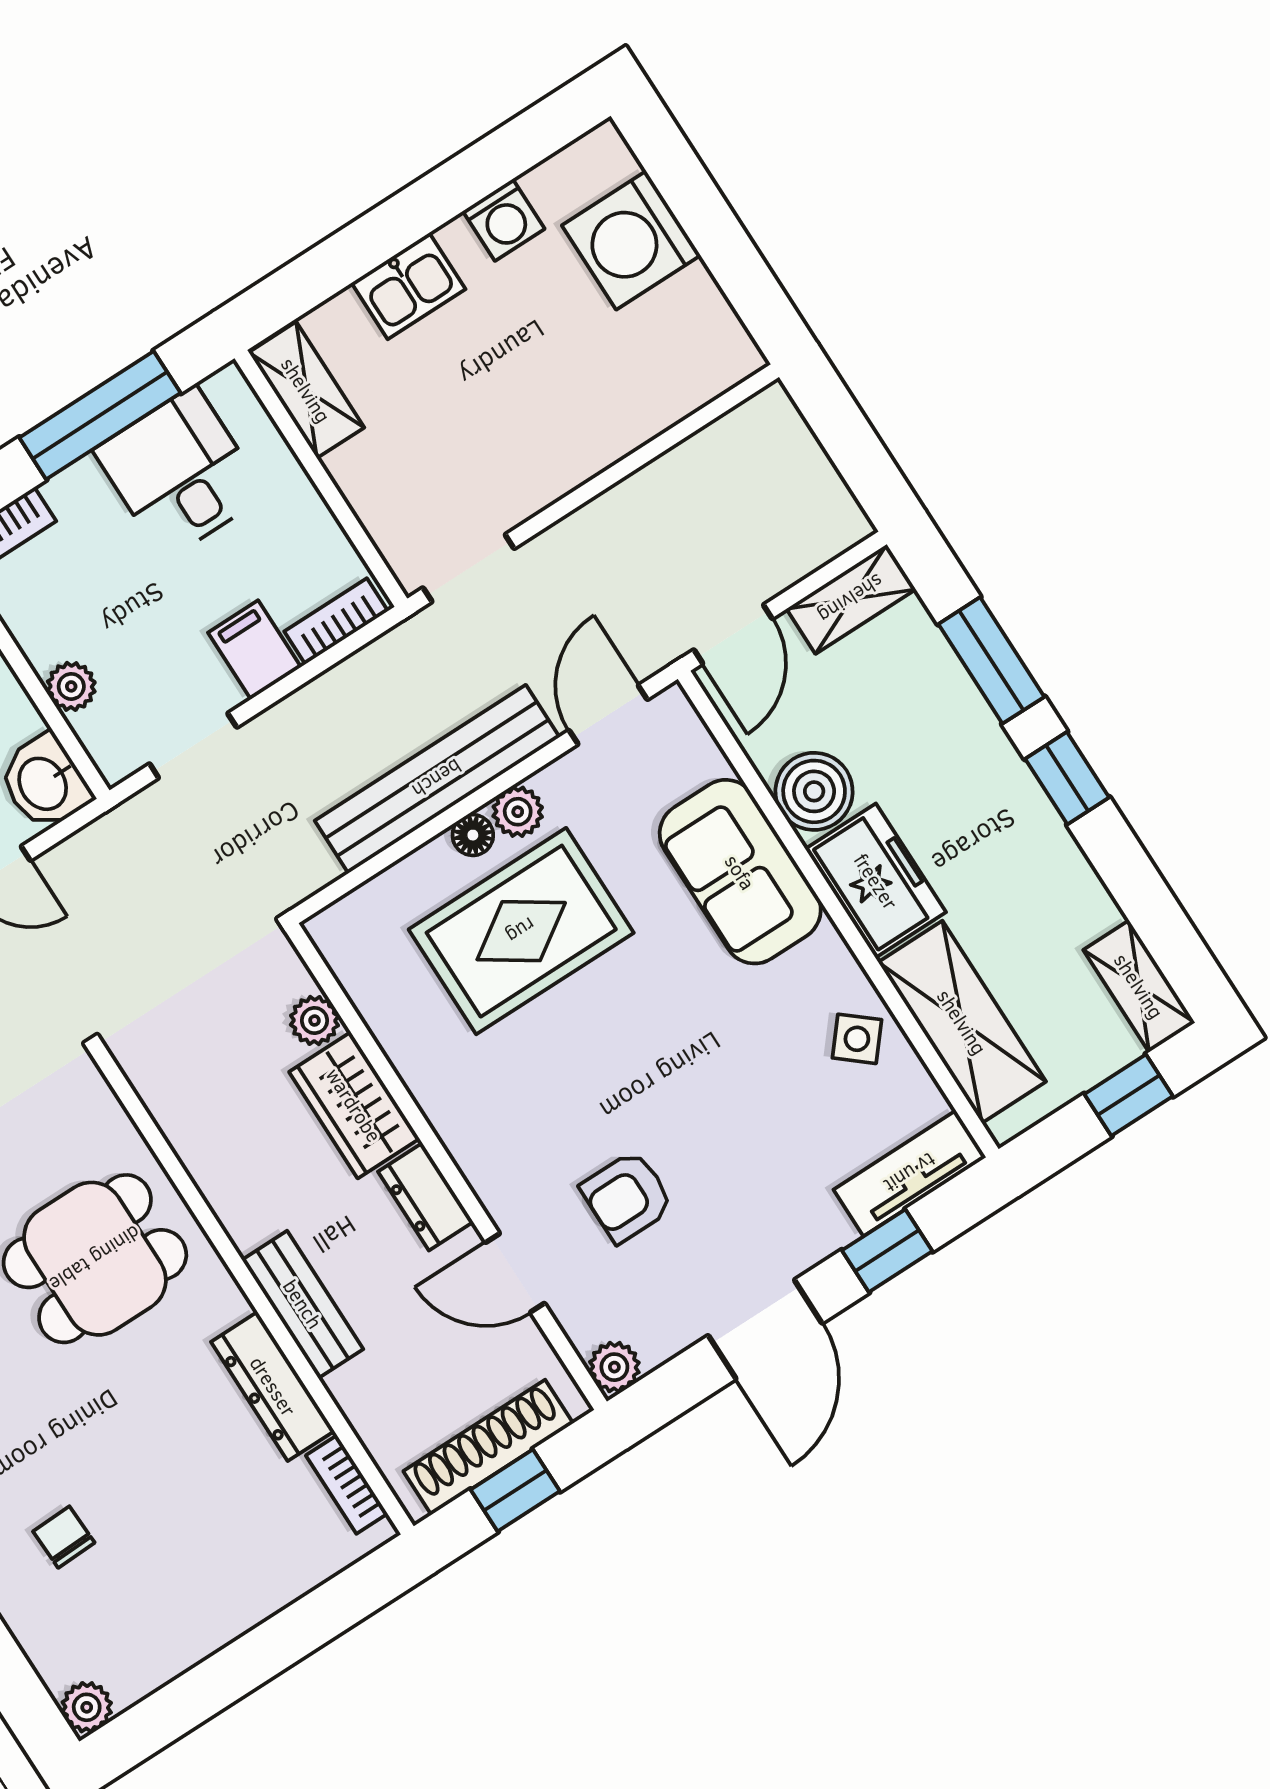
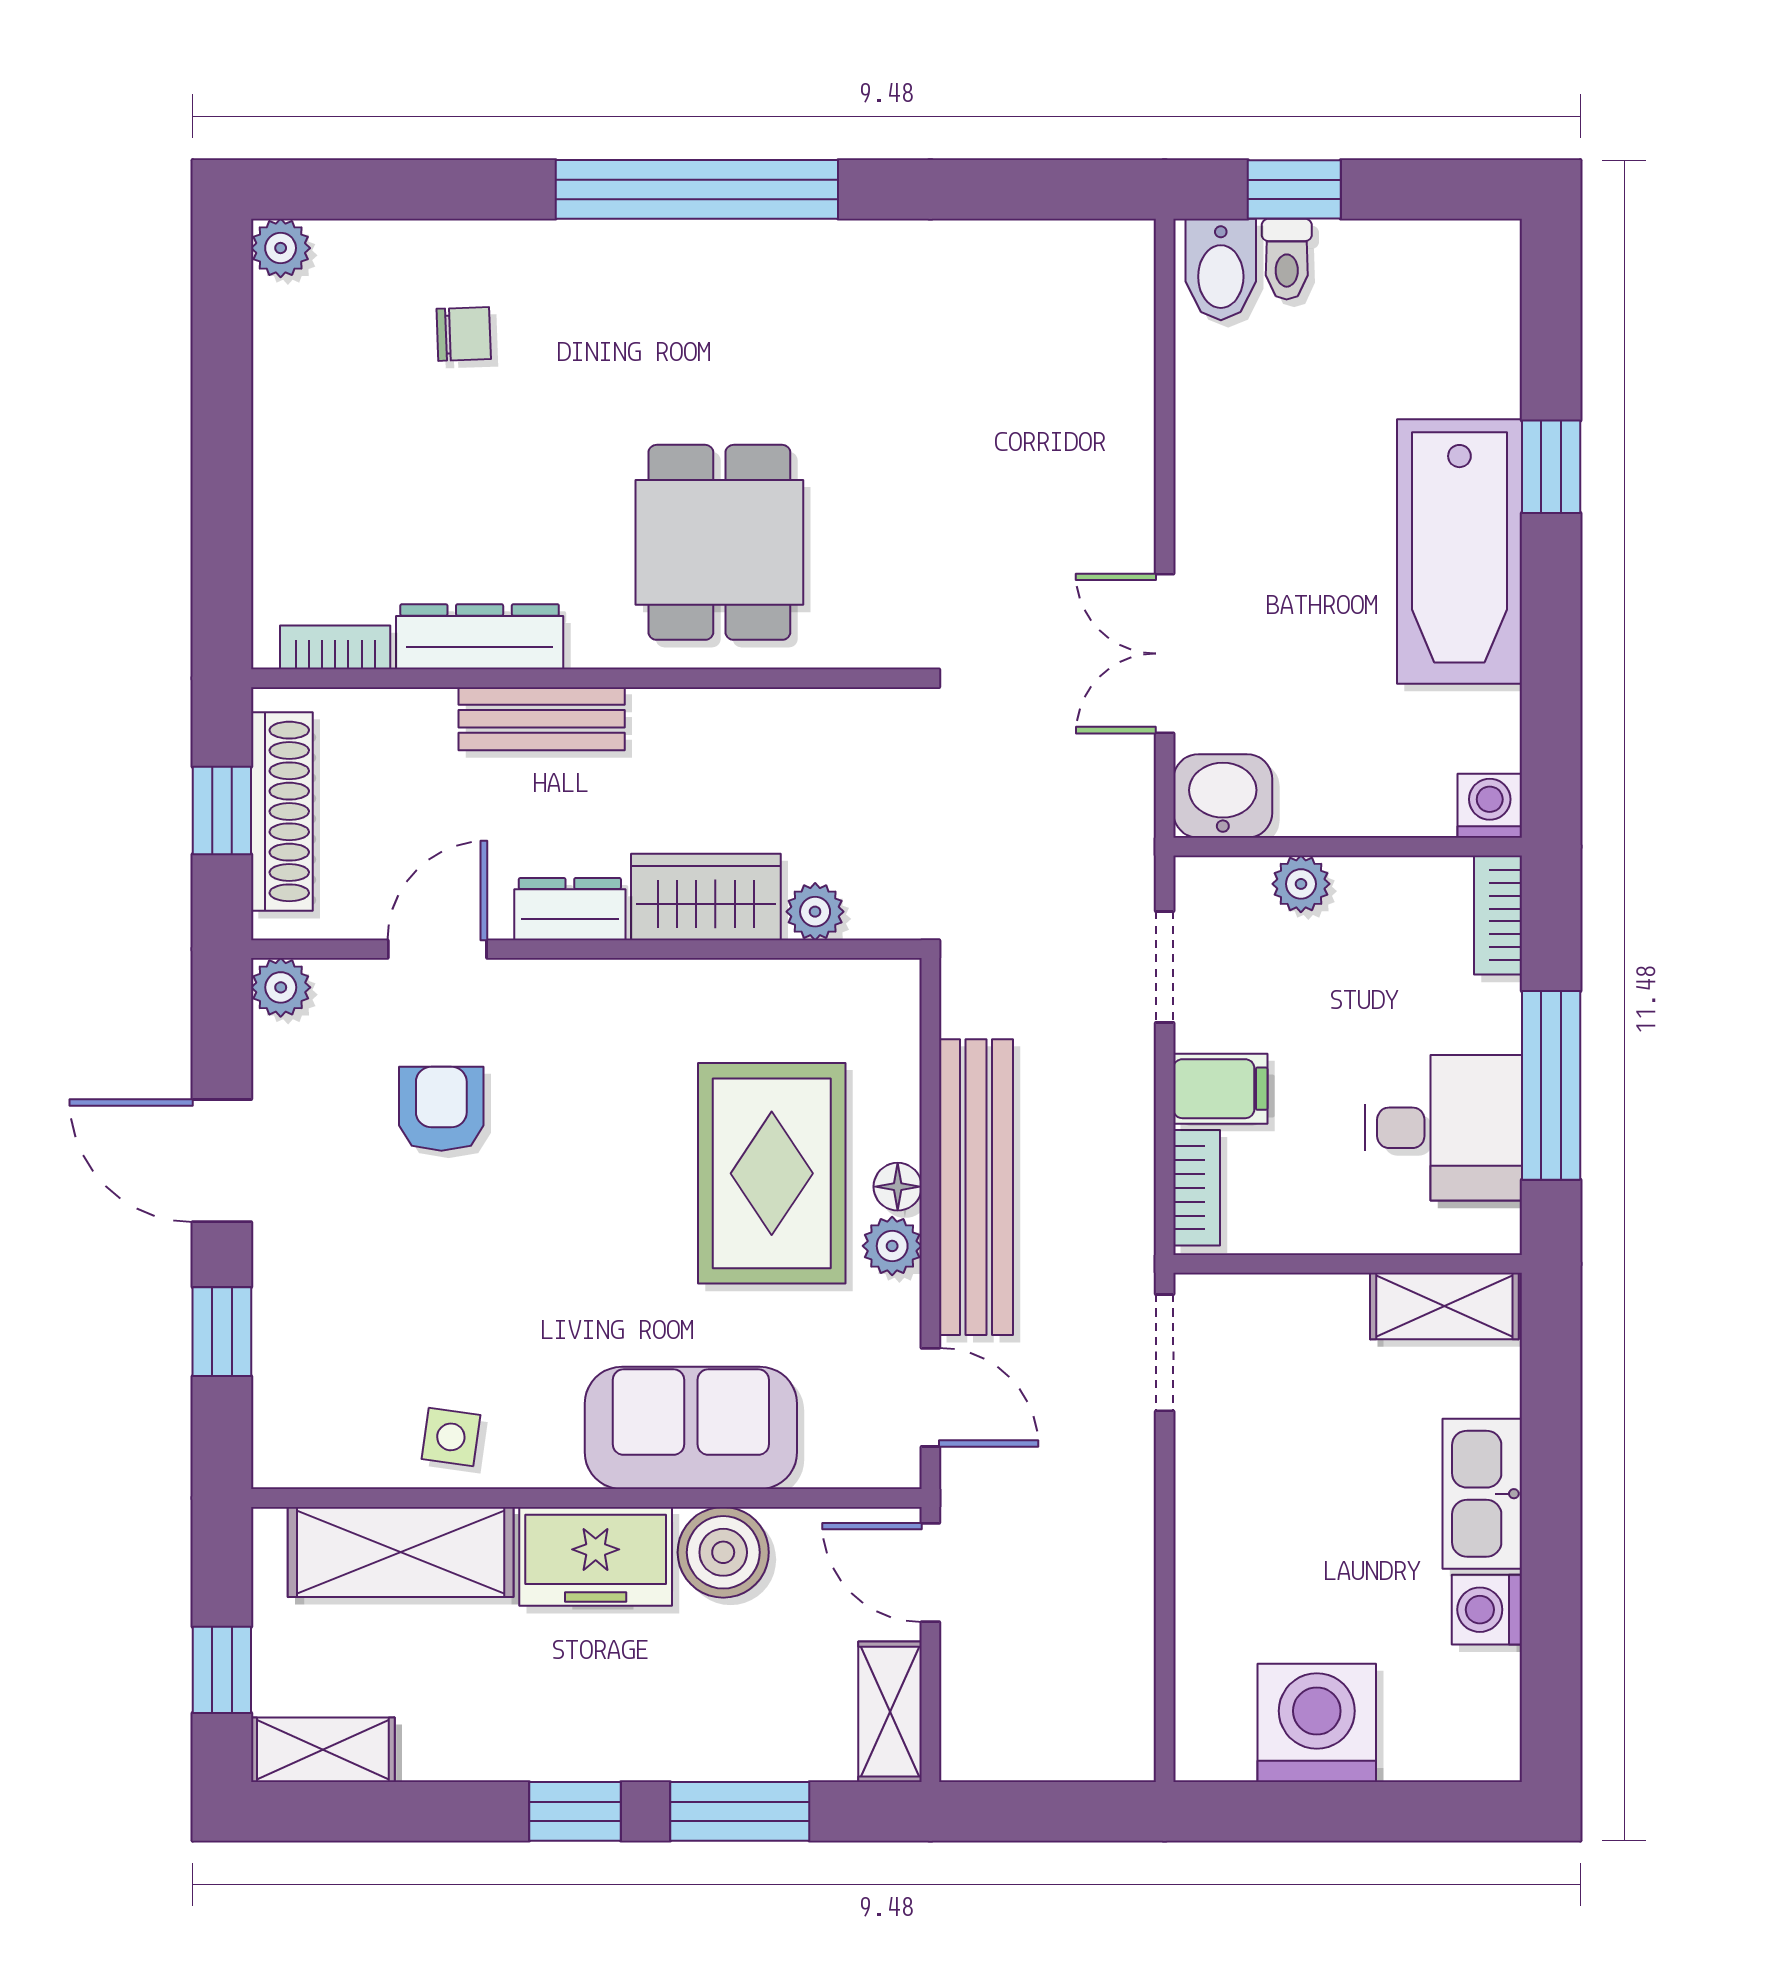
washing machine: (631, 240) -> (1317, 1723), moved
kitchen sink: (408, 286) -> (1482, 1494), width x1.38
side table: (857, 1039) -> (451, 1437), turned -32
tv unit: (910, 1173) -> (284, 1403), removed

